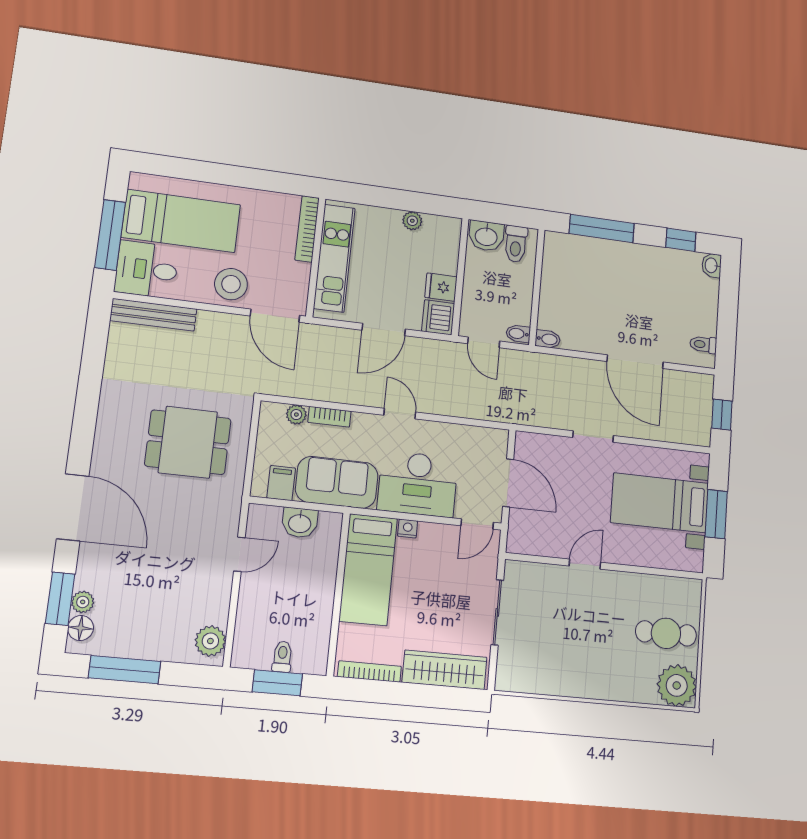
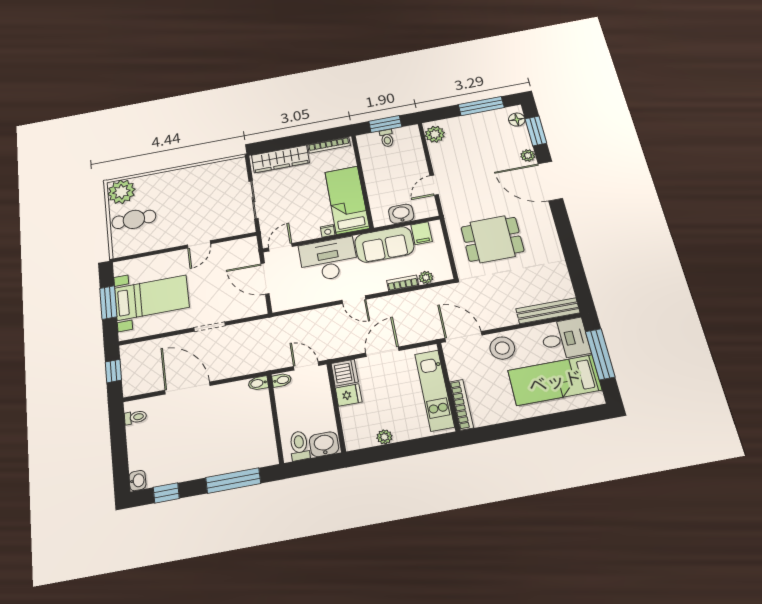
plant: (83, 602) -> (528, 155), moved

